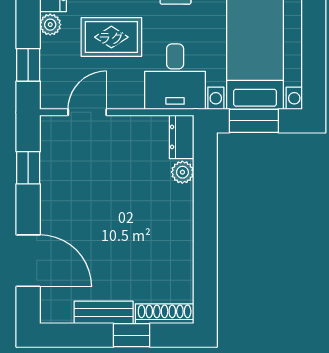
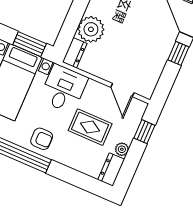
door: (87, 112) -> (122, 90), hinge flipped
window: (28, 168) -> (178, 53), moved
plant: (182, 172) -> (91, 29), width x1.88, depth x1.88

